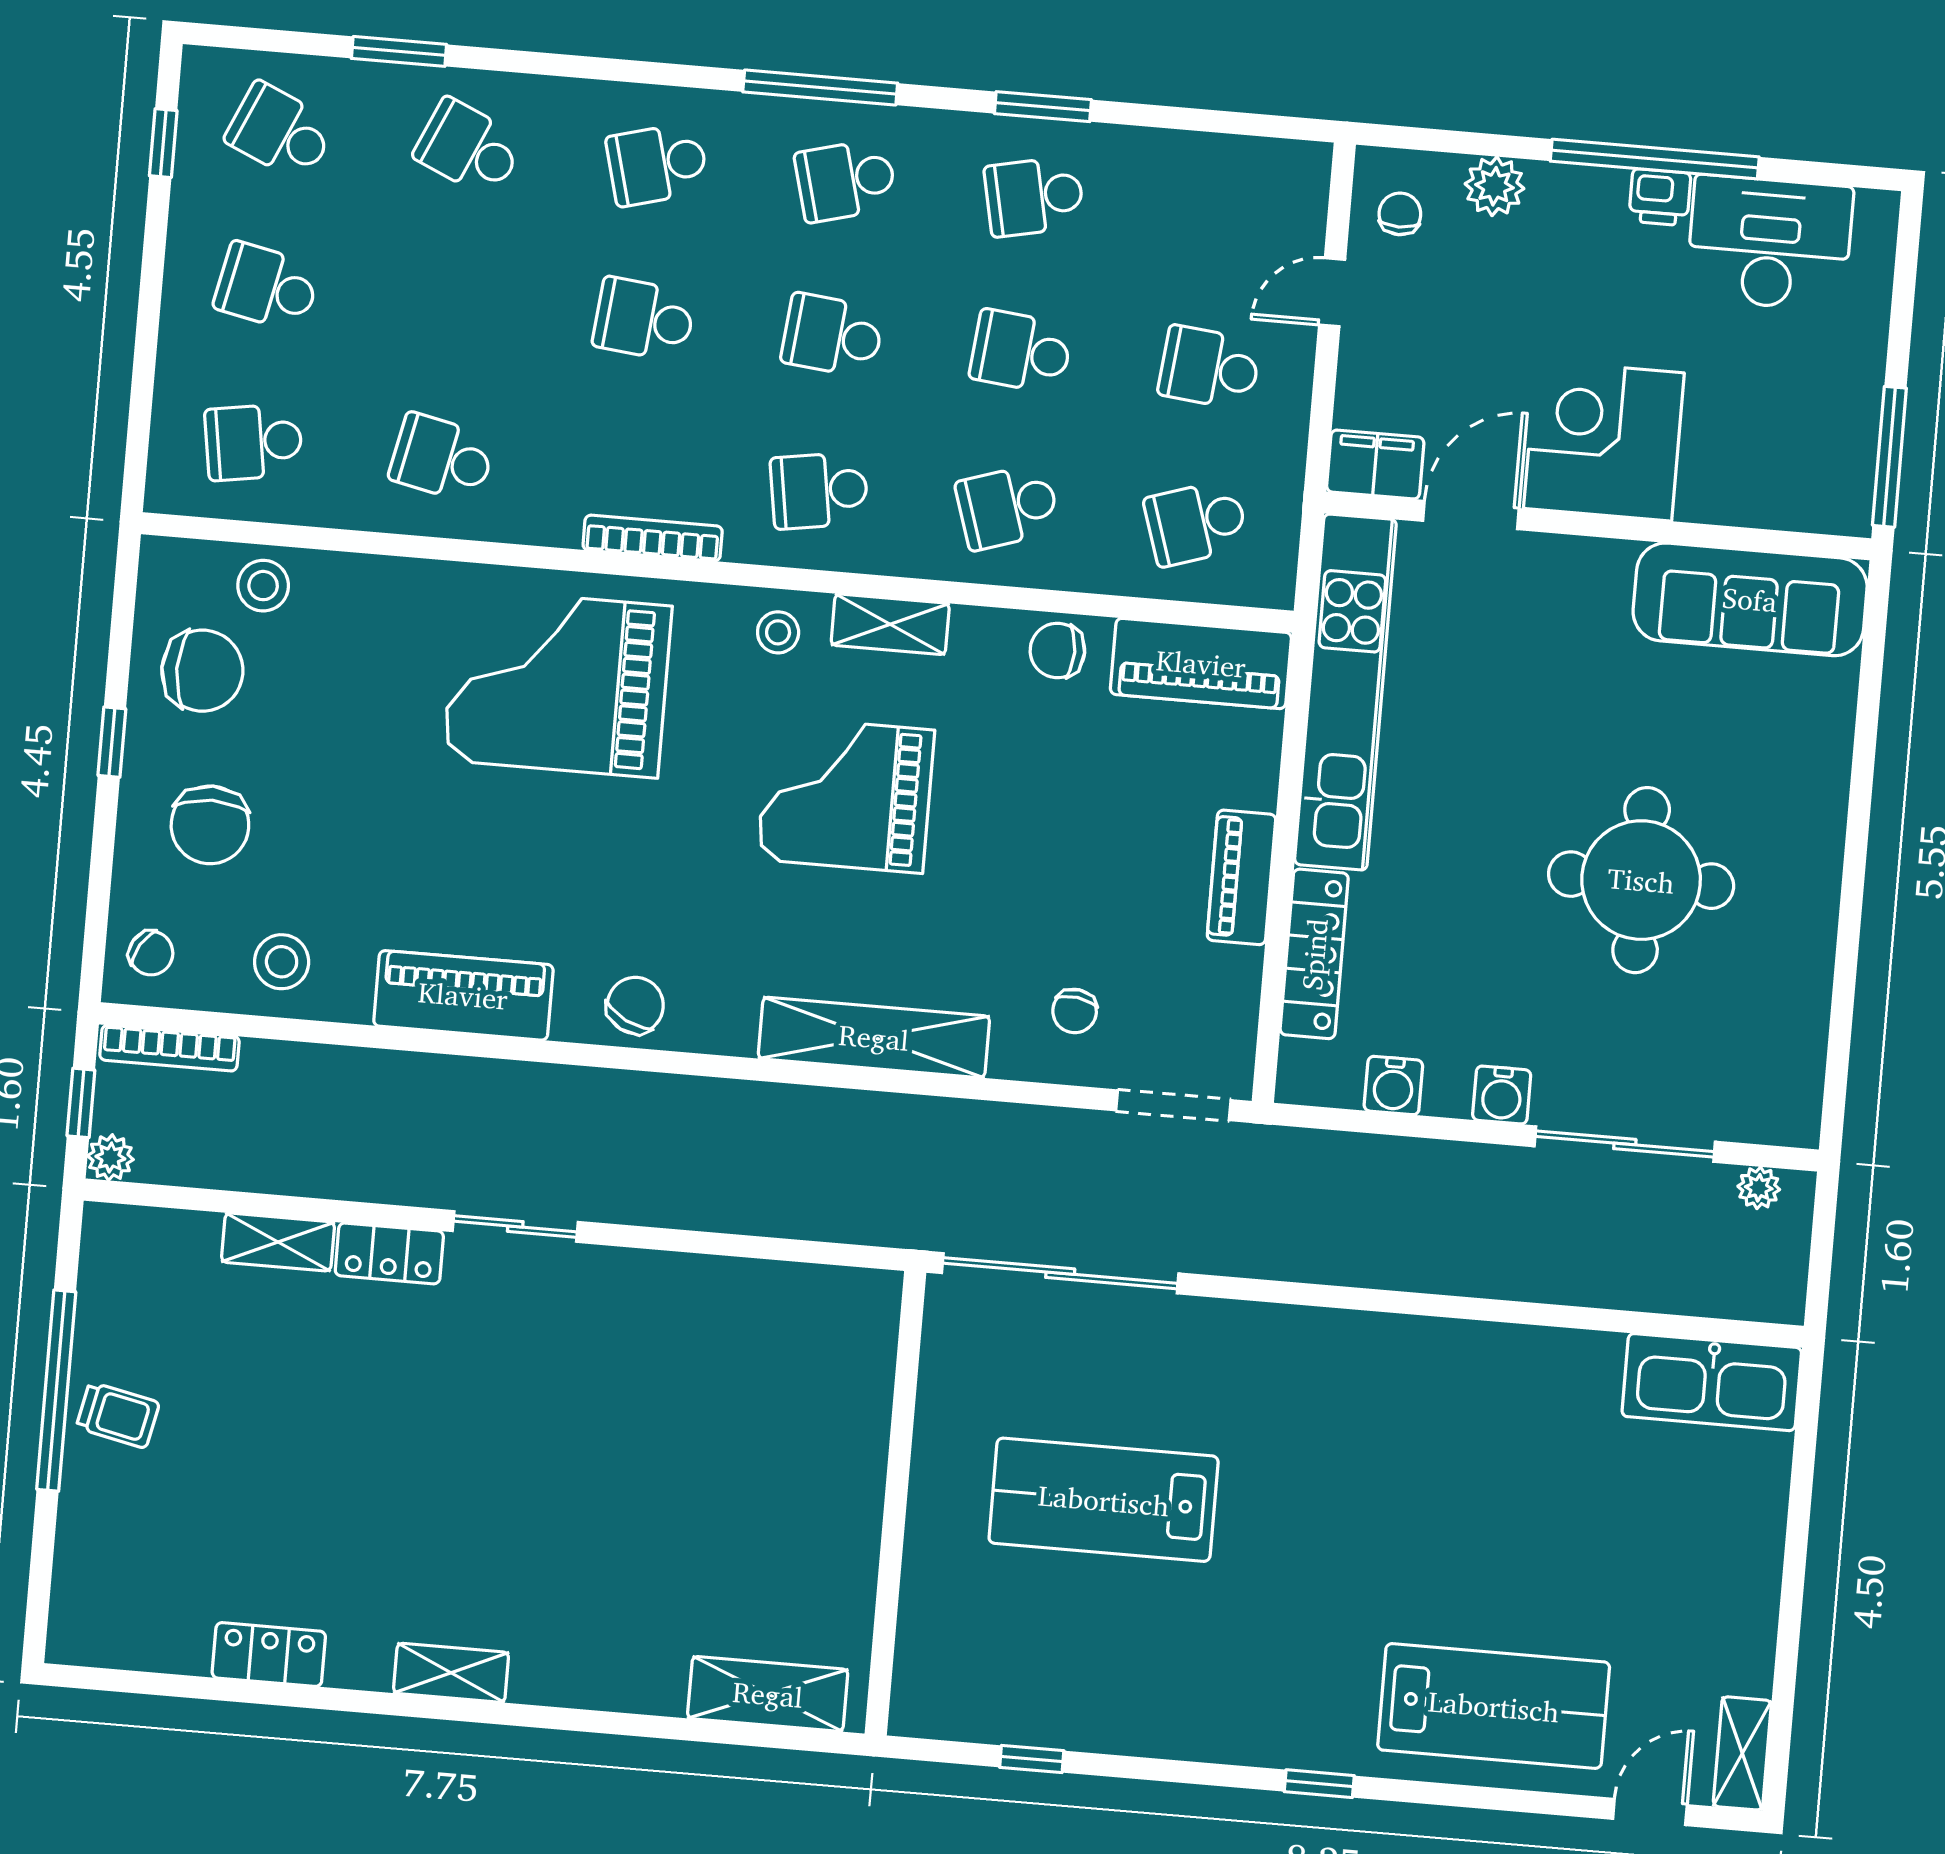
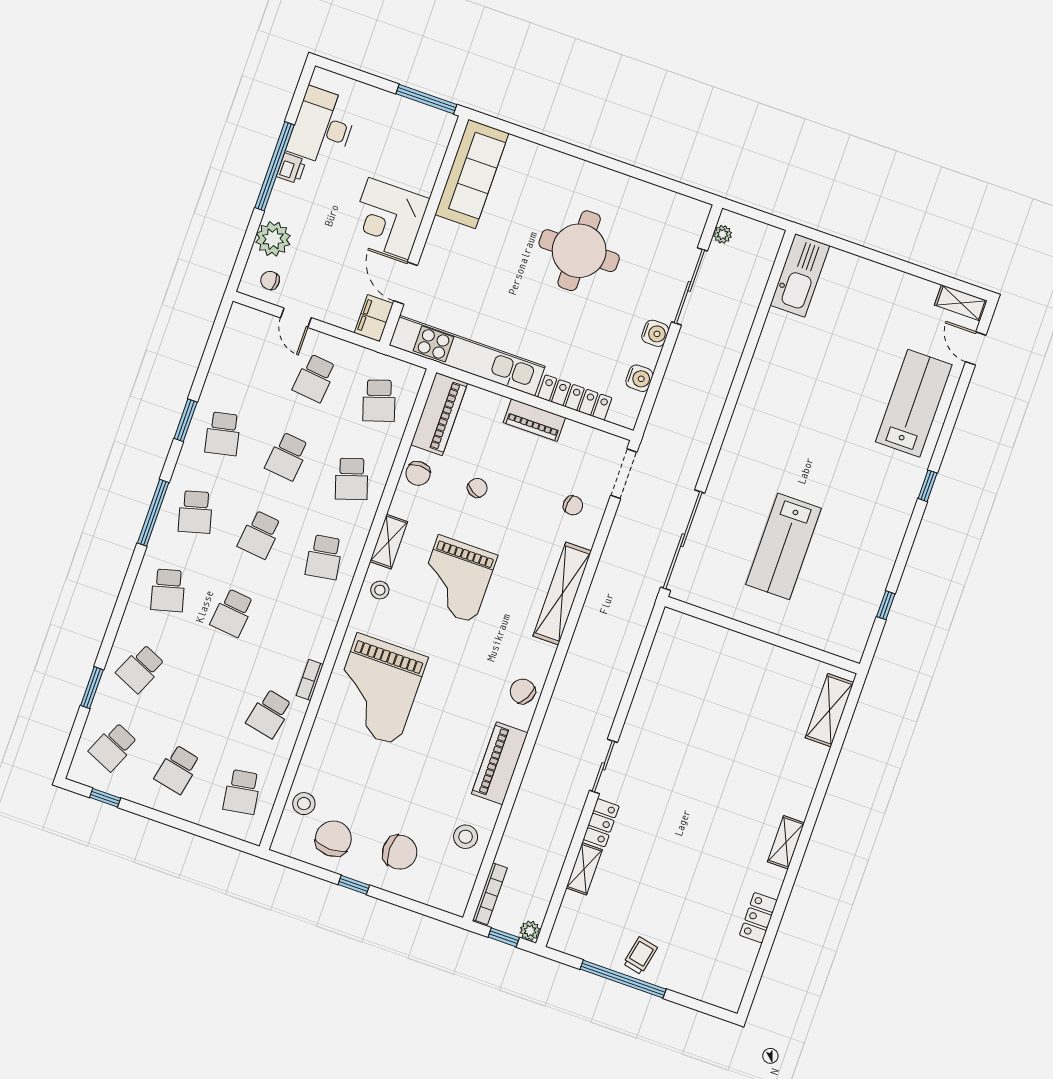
plant: (1495, 186) -> (273, 239), width x1.36, depth x1.36
bookcase: (653, 538) -> (310, 680), moved, width x0.64
chair: (151, 953) -> (477, 488), moved

